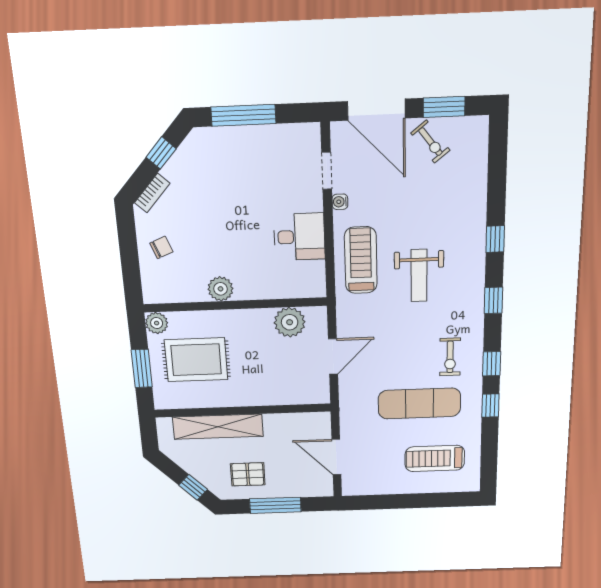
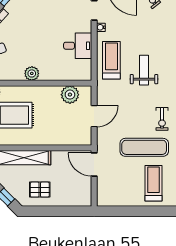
weight bench: (419, 275) -> (144, 70), turned 180
door: (336, 457) -> (94, 165), moved
treadmill: (435, 458) -> (153, 183), turned 90
window: (275, 505) -> (55, 211), removed

